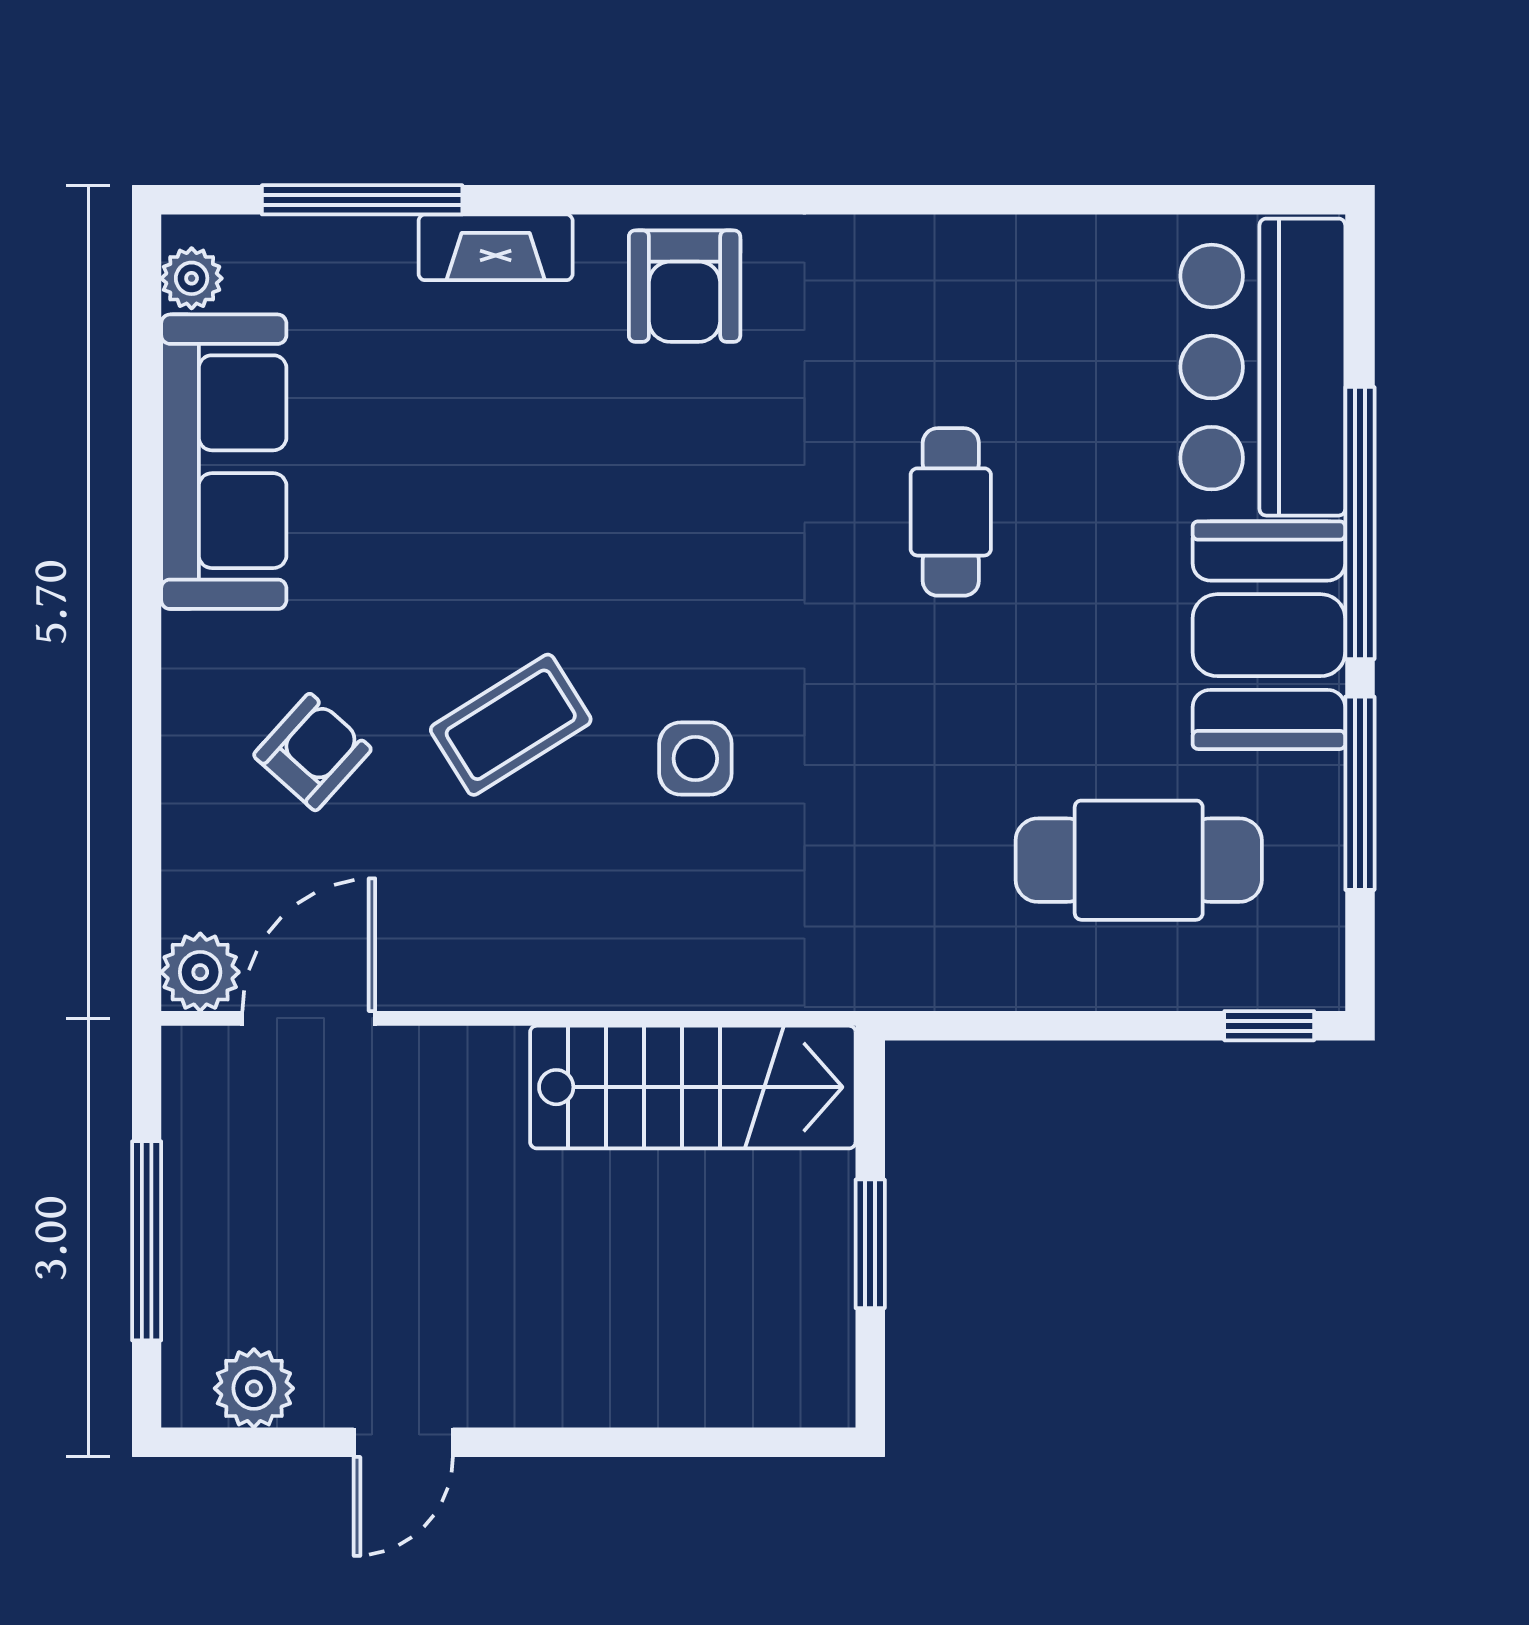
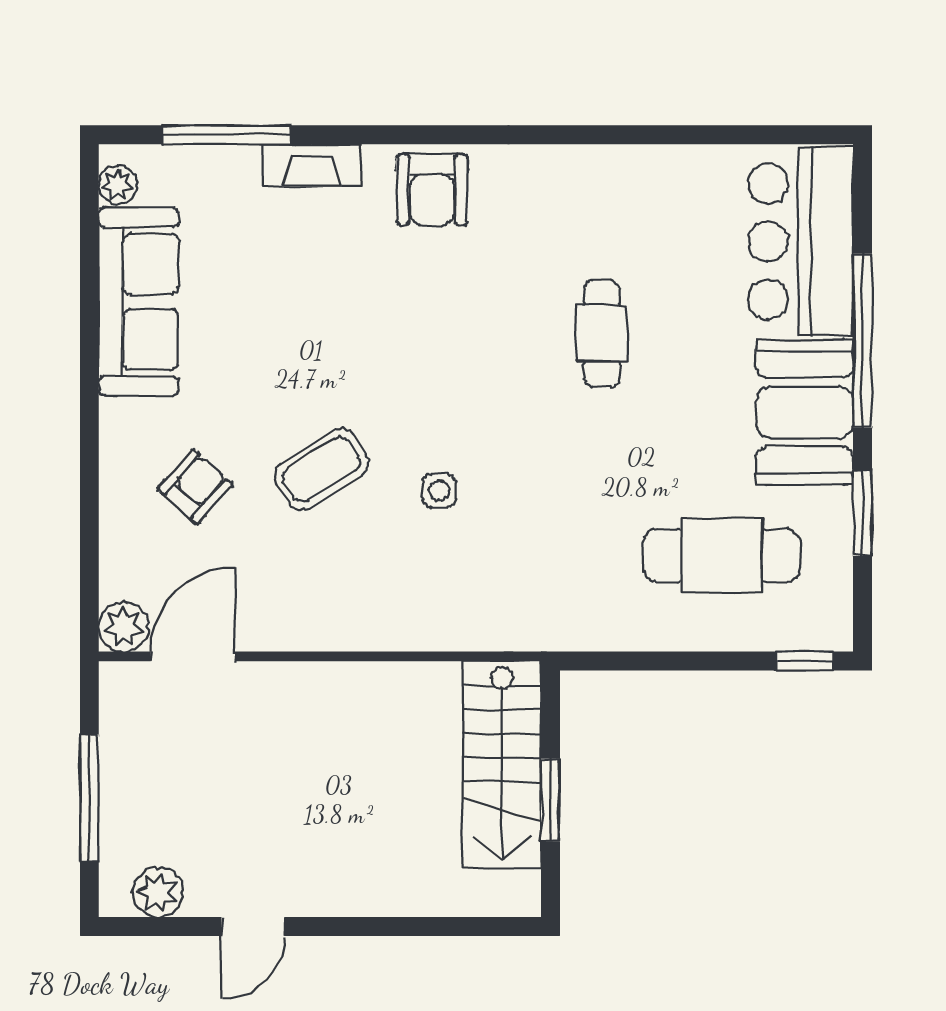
side table: (695, 759) -> (439, 491), width x0.73, depth x0.73
window: (1360, 793) -> (862, 513), width x0.69
stairs: (693, 1087) -> (502, 765), moved, turned 90

